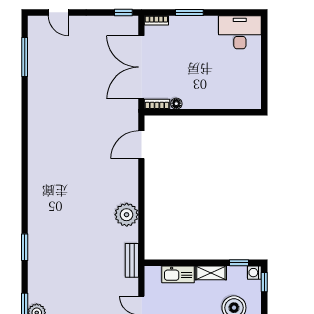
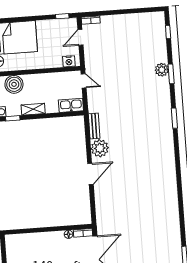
door: (141, 145) -> (90, 174), moved
bench: (132, 260) -> (94, 126), moved
kitchen sink: (178, 274) -> (71, 105), moved

